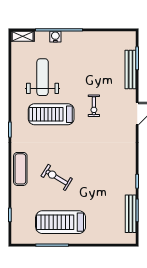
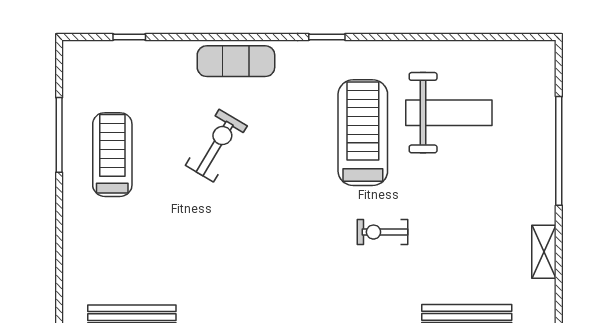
shelving: (23, 36) -> (544, 252), moved
water cooler: (55, 37) -> (543, 142), removed
treadmill: (61, 222) -> (112, 155), width x0.73, depth x0.73

